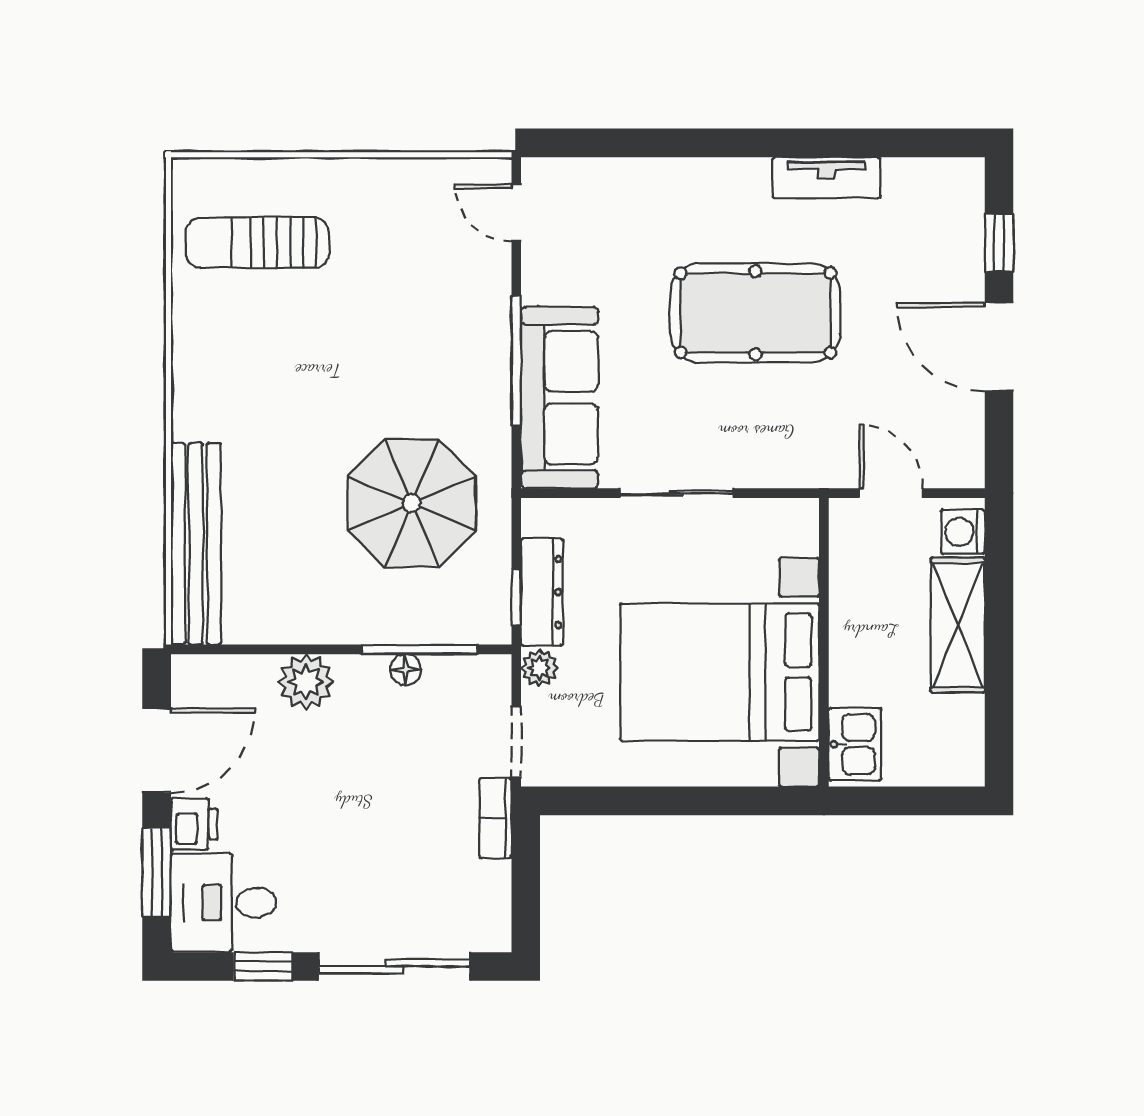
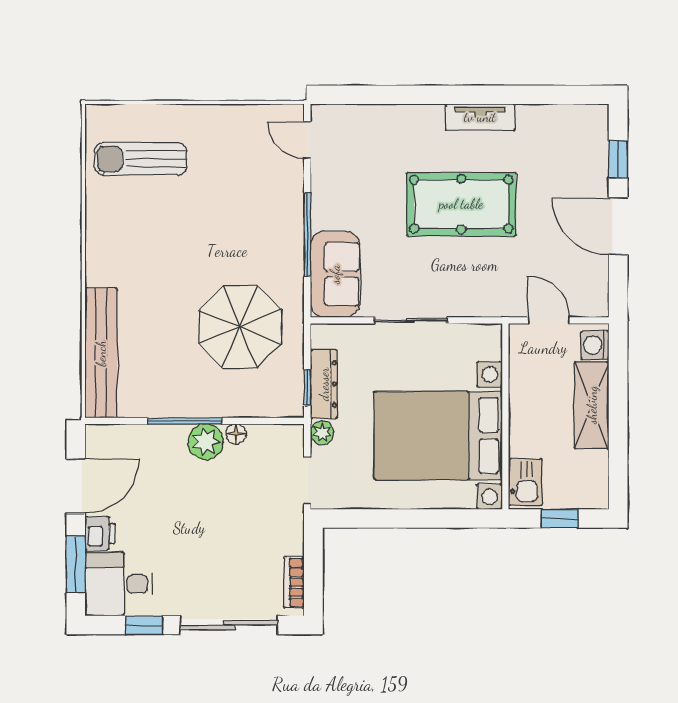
tv unit: (826, 178) -> (480, 117), moved
sofa: (560, 398) -> (335, 274), width x0.73
window: (420, 649) -> (185, 421), moved
plant: (306, 682) -> (206, 442), moved
window: (908, 801) -> (560, 518), added
bookcase: (495, 818) -> (294, 582), moved

